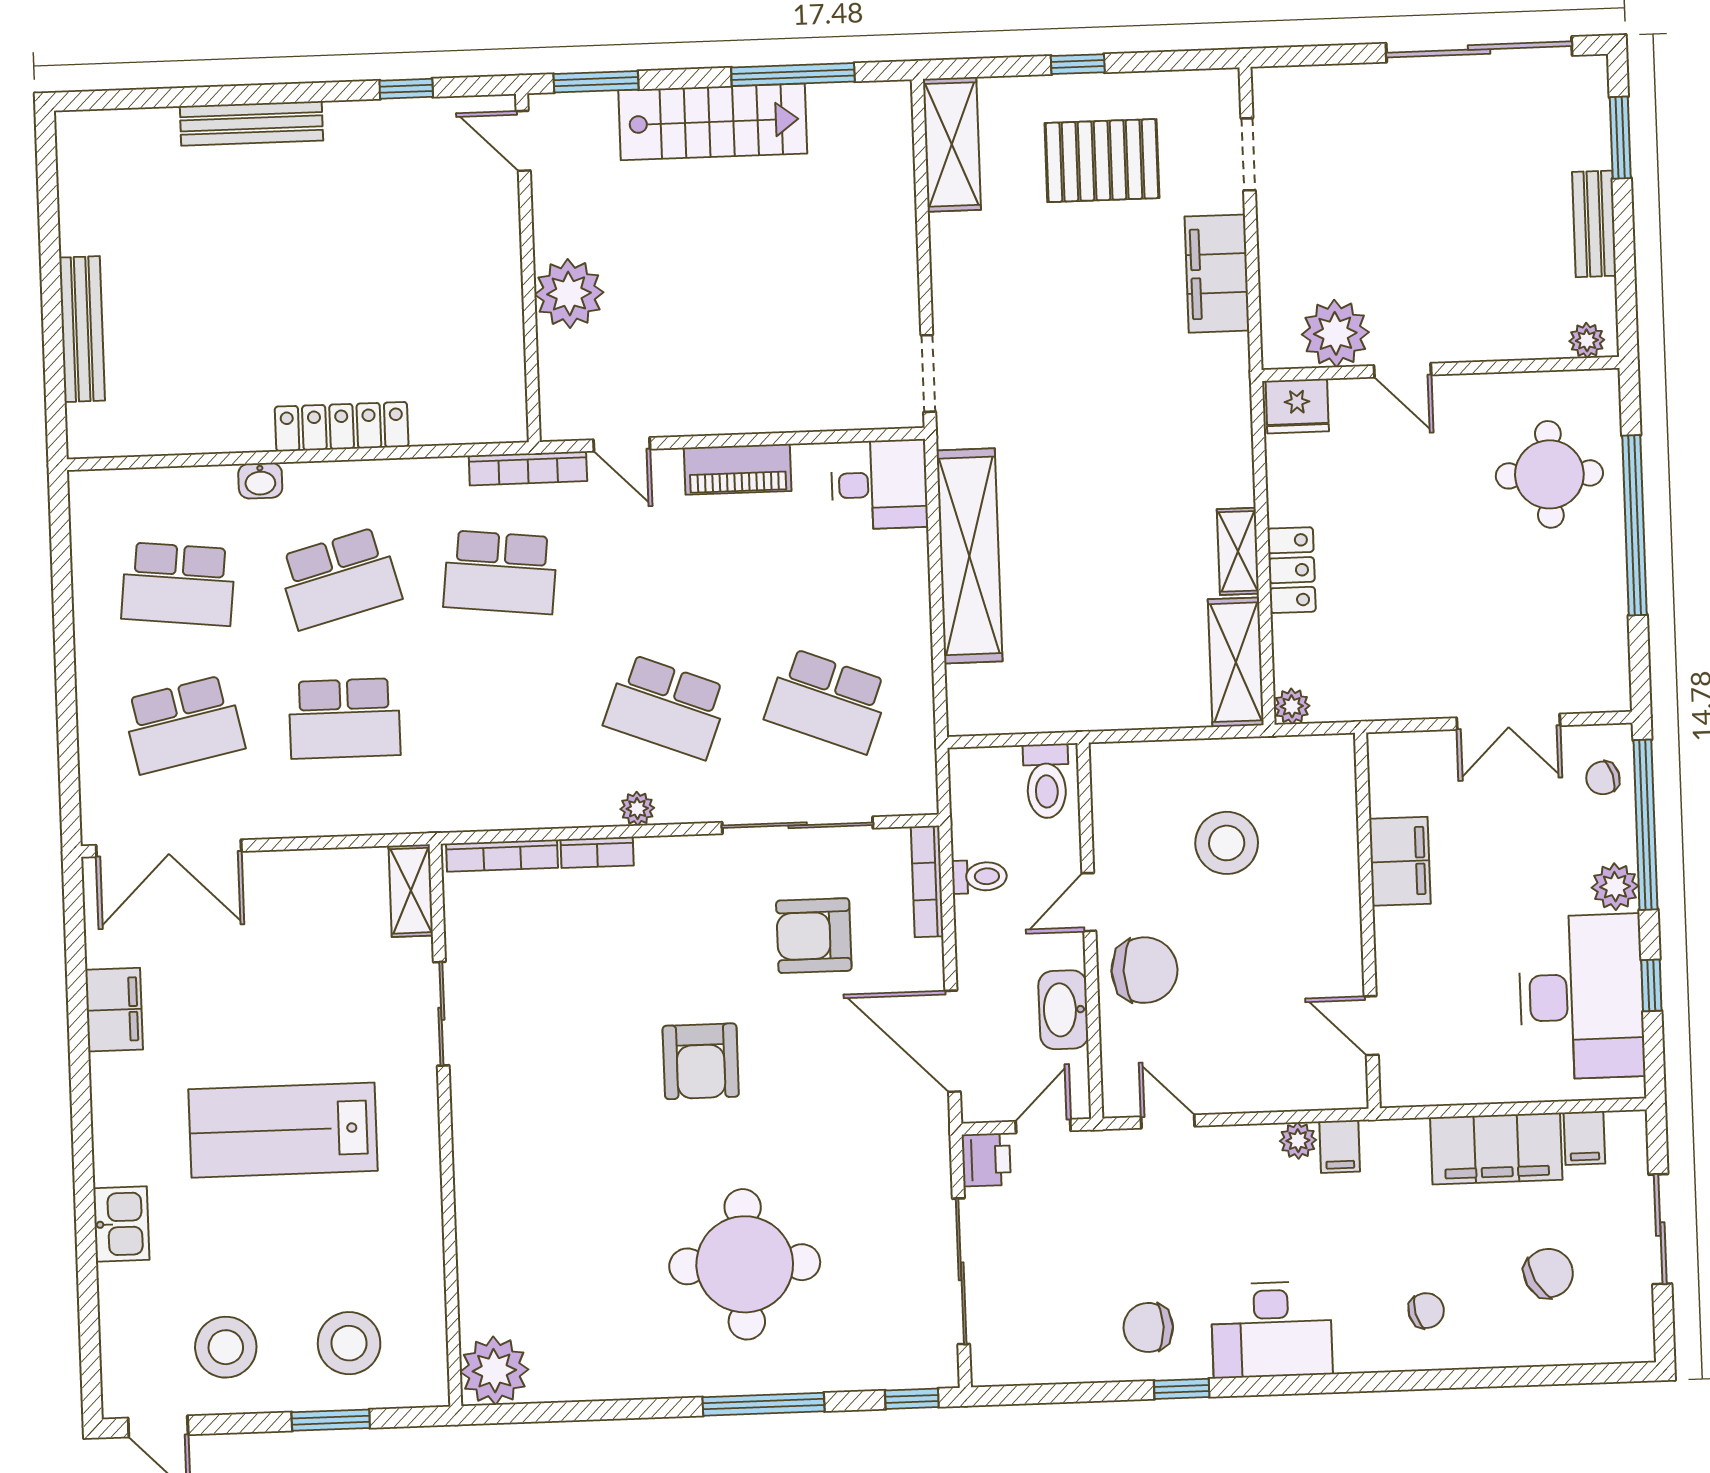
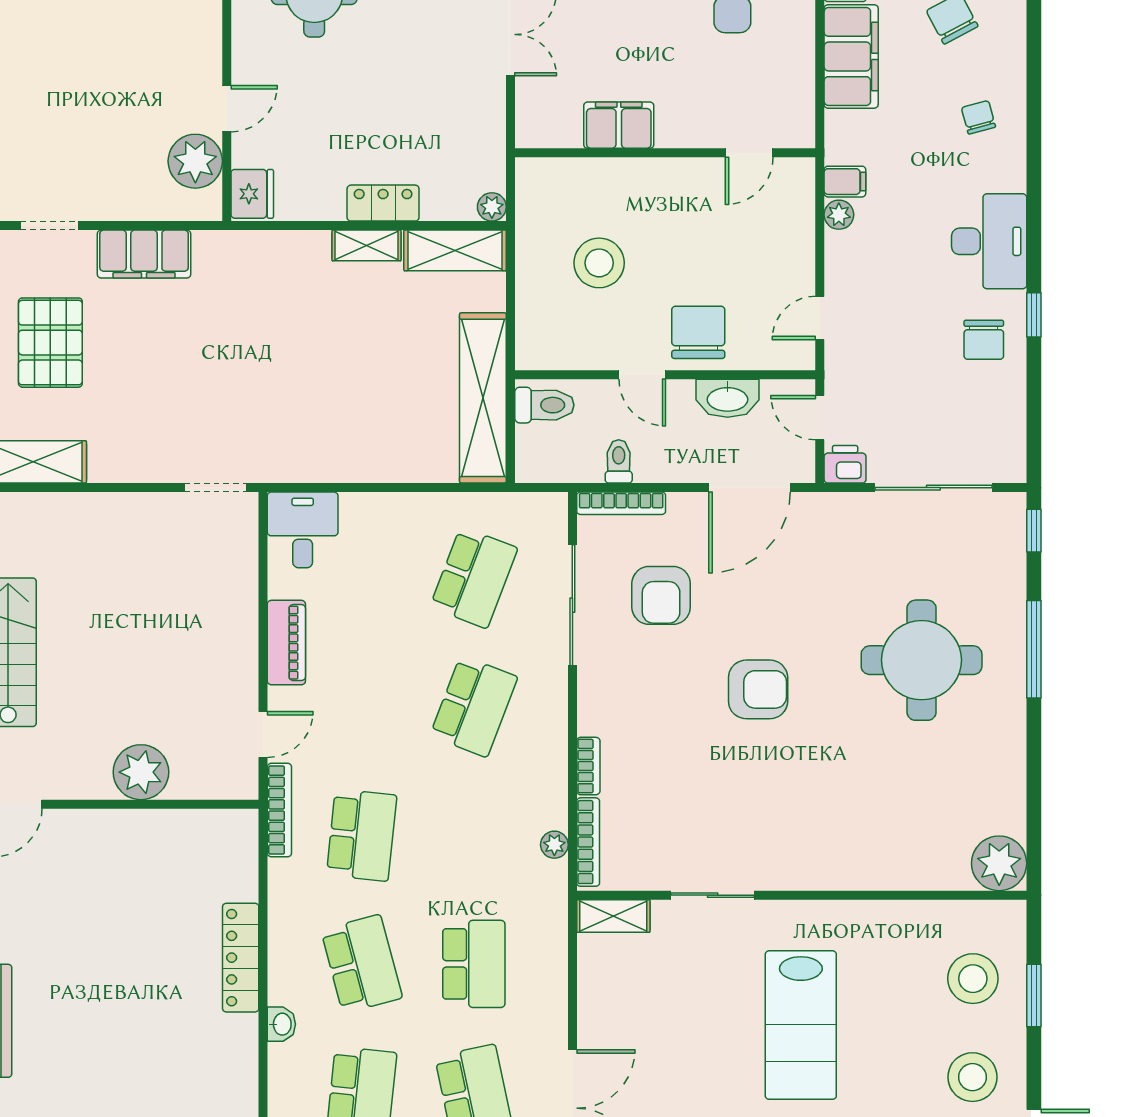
shelving: (969, 556) -> (483, 398), moved, turned 90
plant: (637, 809) -> (554, 845), moved

